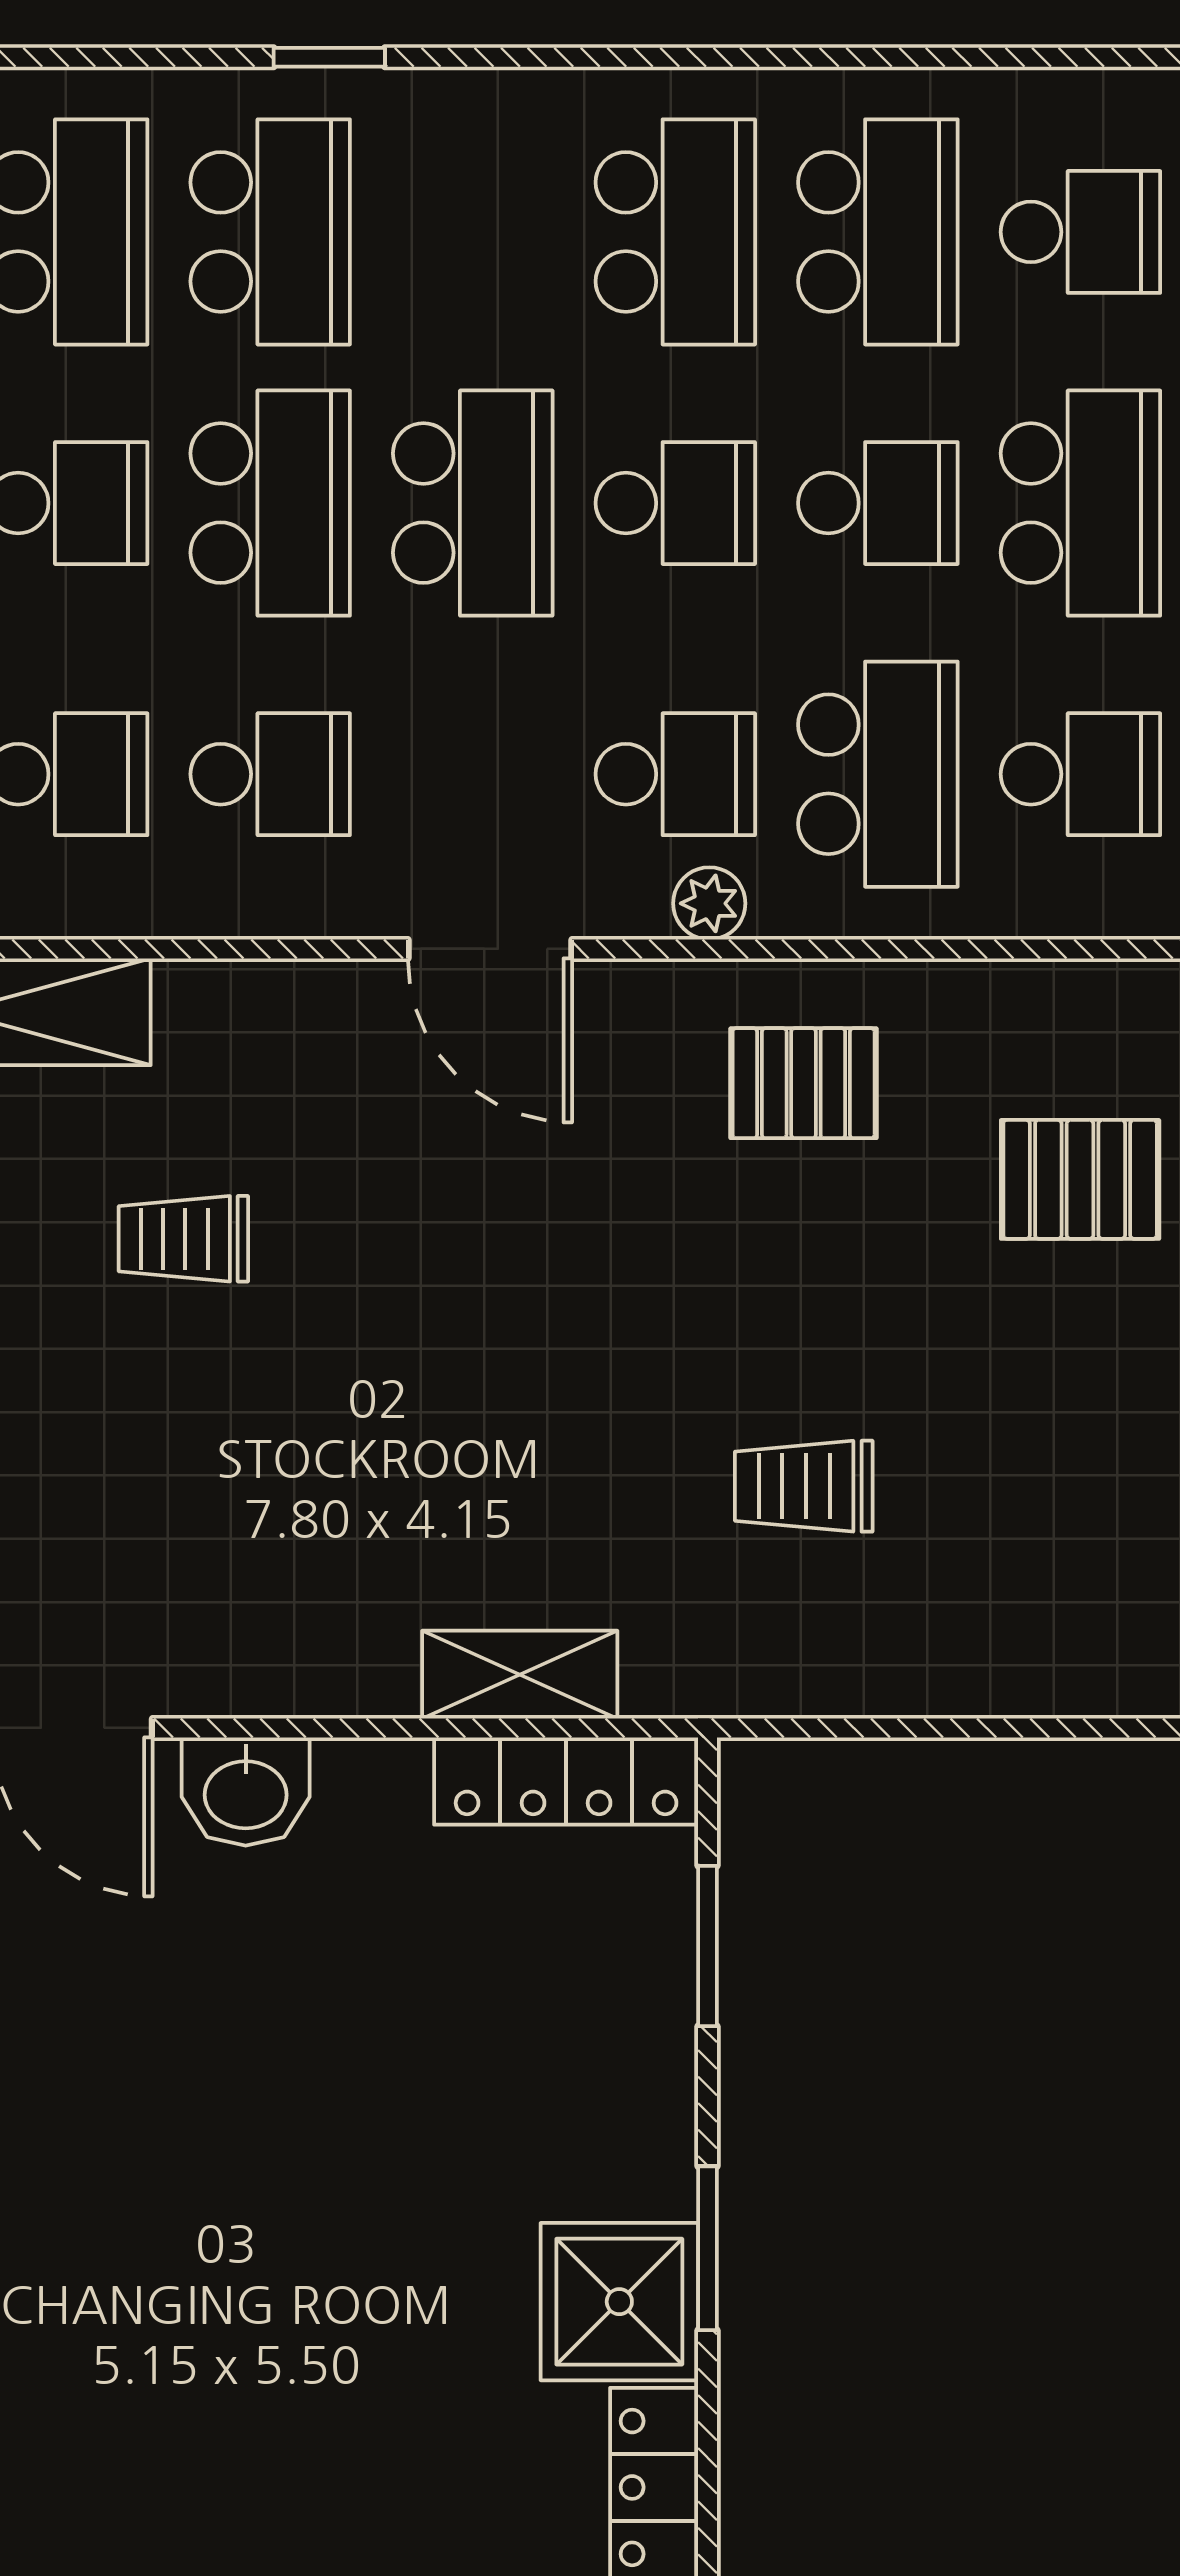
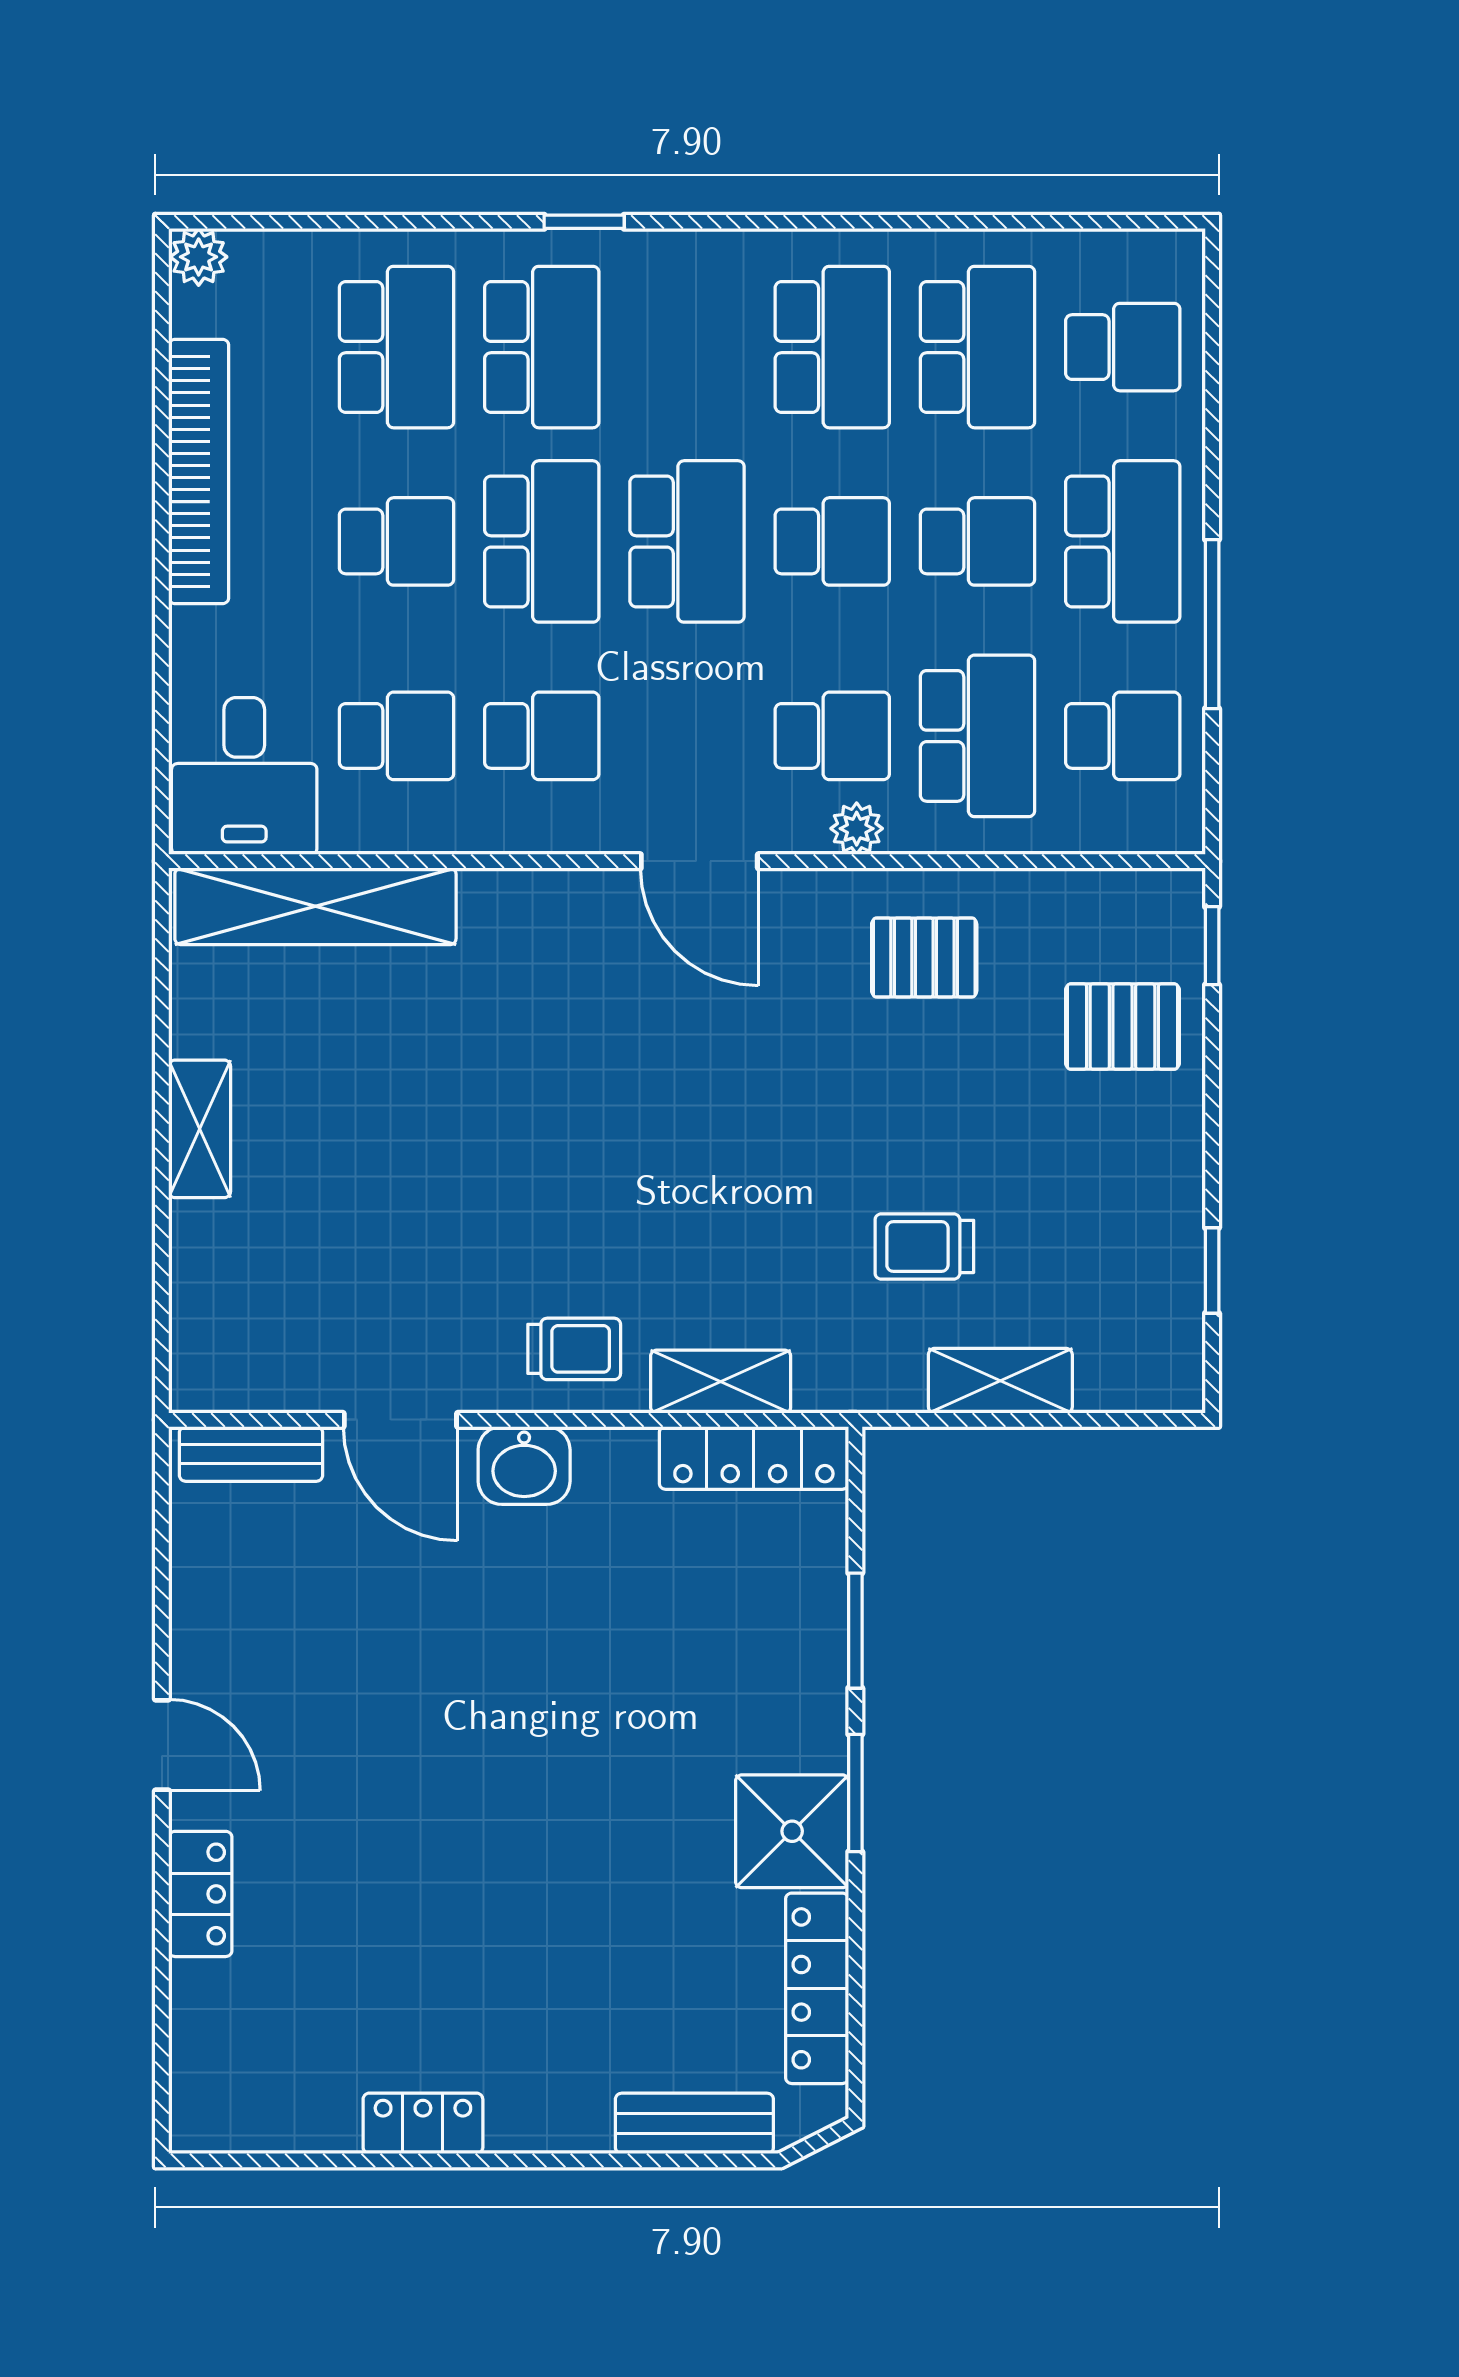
trolley: (183, 1239) -> (574, 1349), moved, turned 180
shelving: (910, 1673) -> (1000, 1381), added
window: (707, 1946) -> (855, 1631), moved

